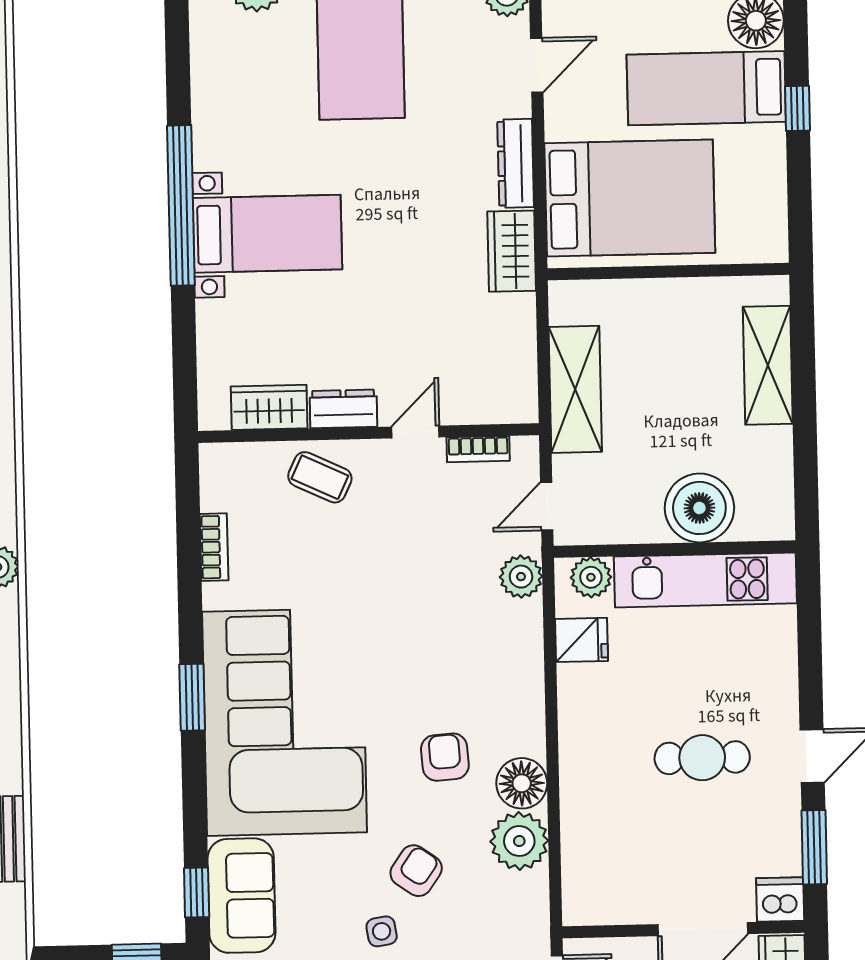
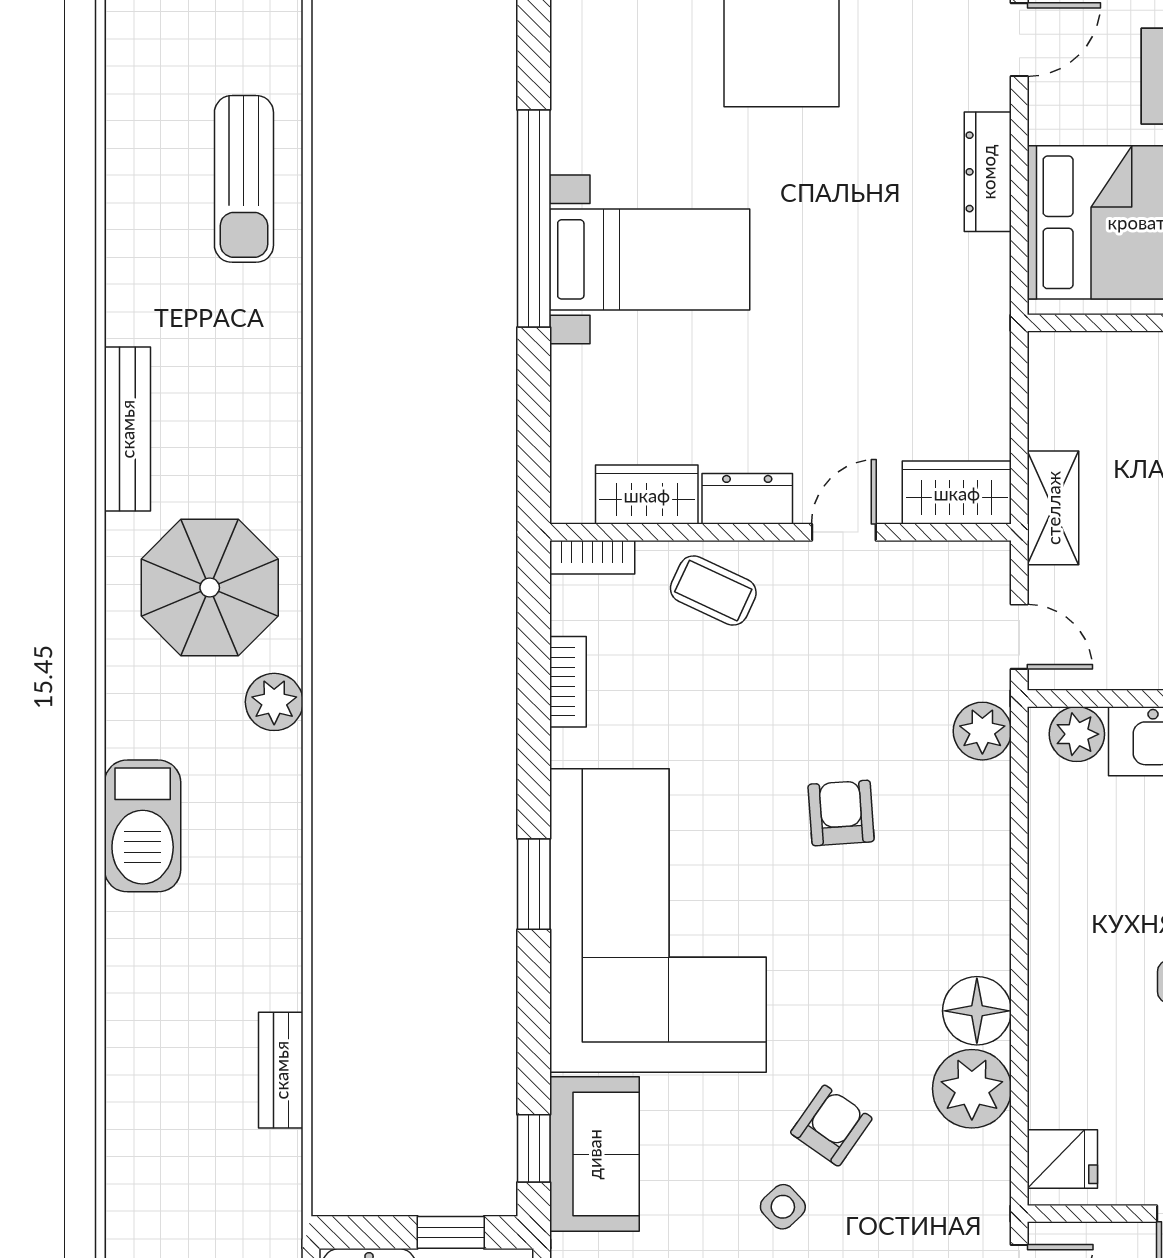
wardrobe: (512, 251) -> (957, 493), moved, turned 90
shelving: (575, 389) -> (1053, 508), width x0.67, depth x0.75
bookcase: (478, 449) -> (592, 557), moved
door: (547, 506) -> (1019, 637), swing flipped
fridge: (582, 640) -> (1062, 1159), moved
armchair: (445, 757) -> (841, 813), moved
side table: (382, 931) -> (783, 1207), turned -34

